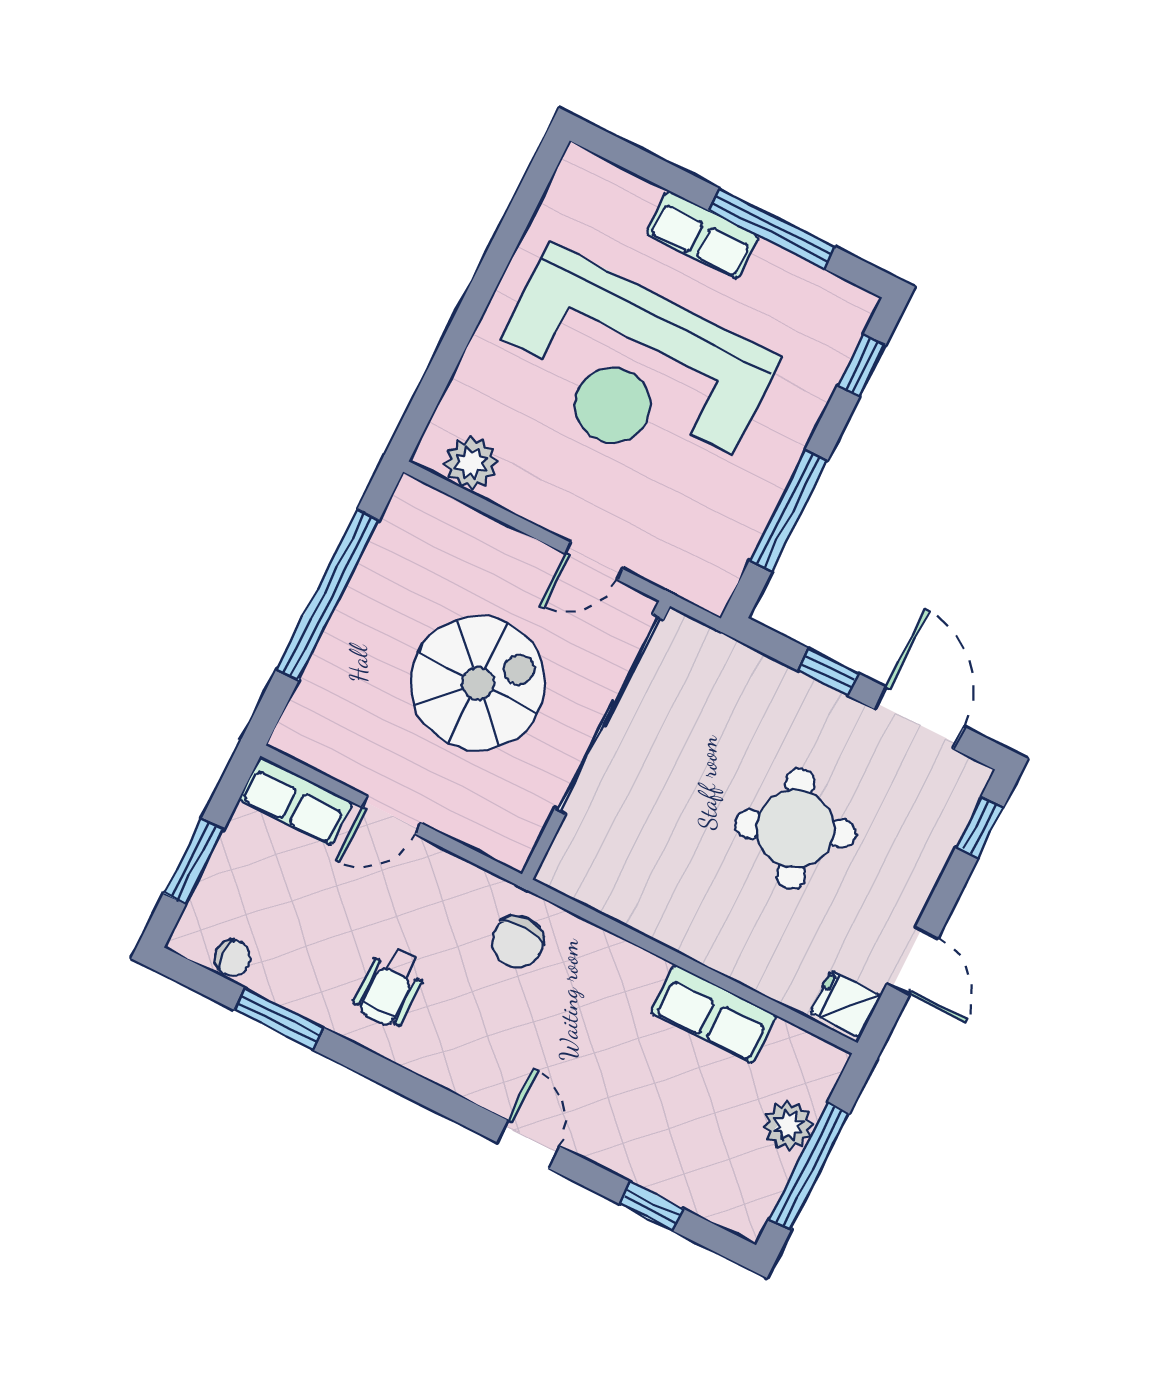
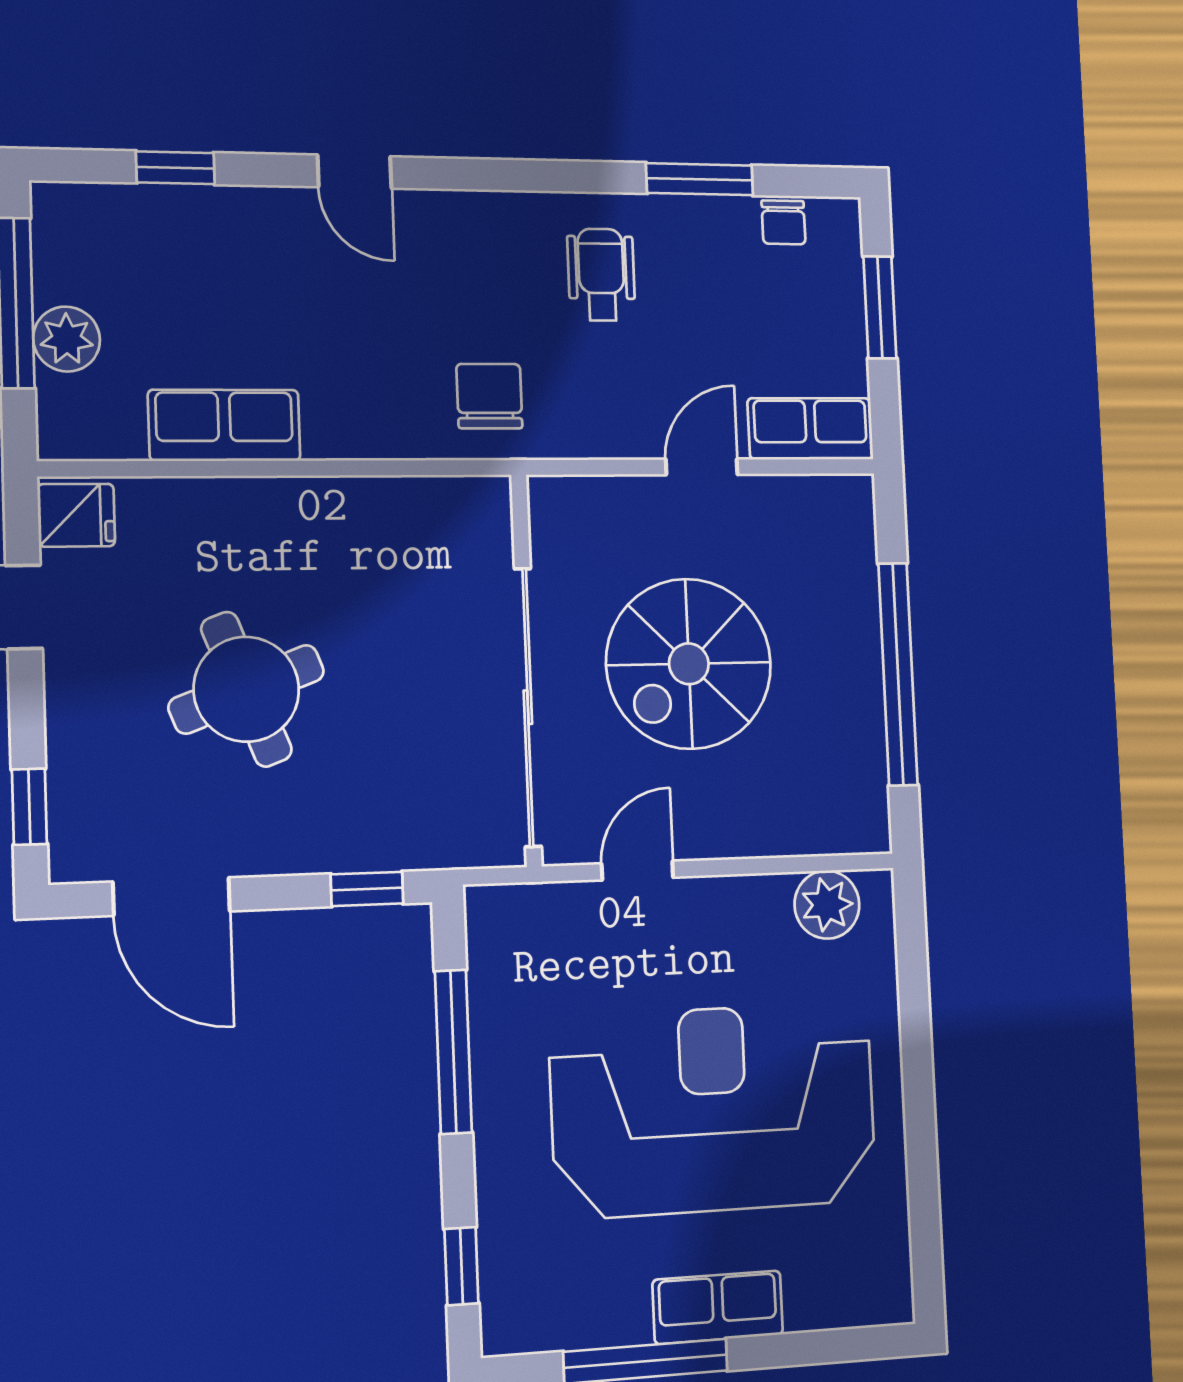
window: (828, 672) -> (367, 889), moved
chair: (233, 958) -> (783, 222), turned -90

